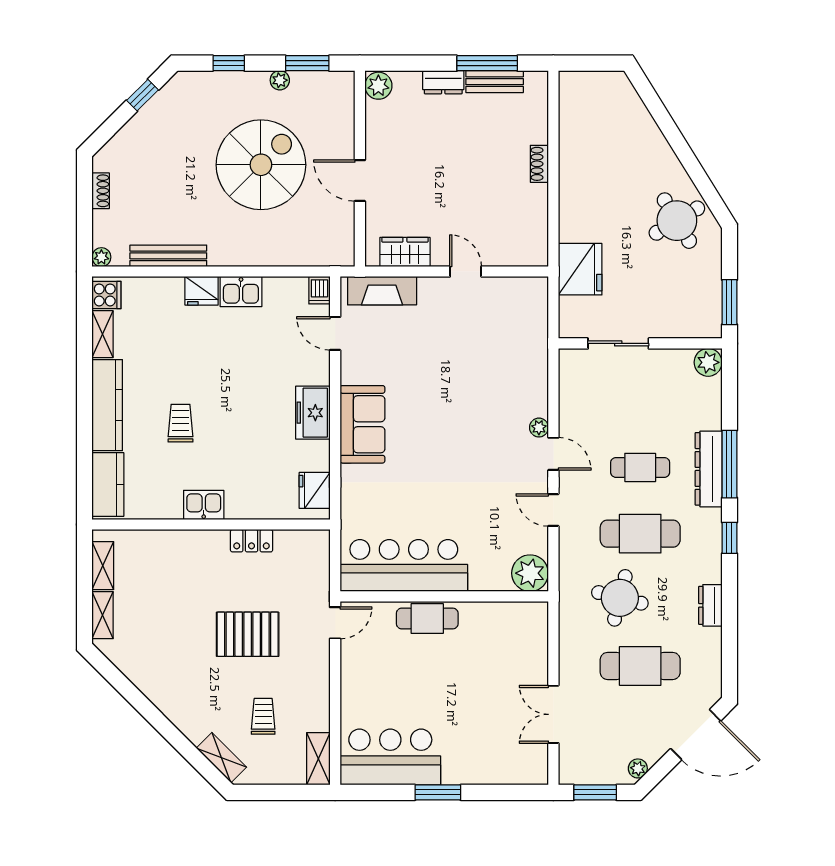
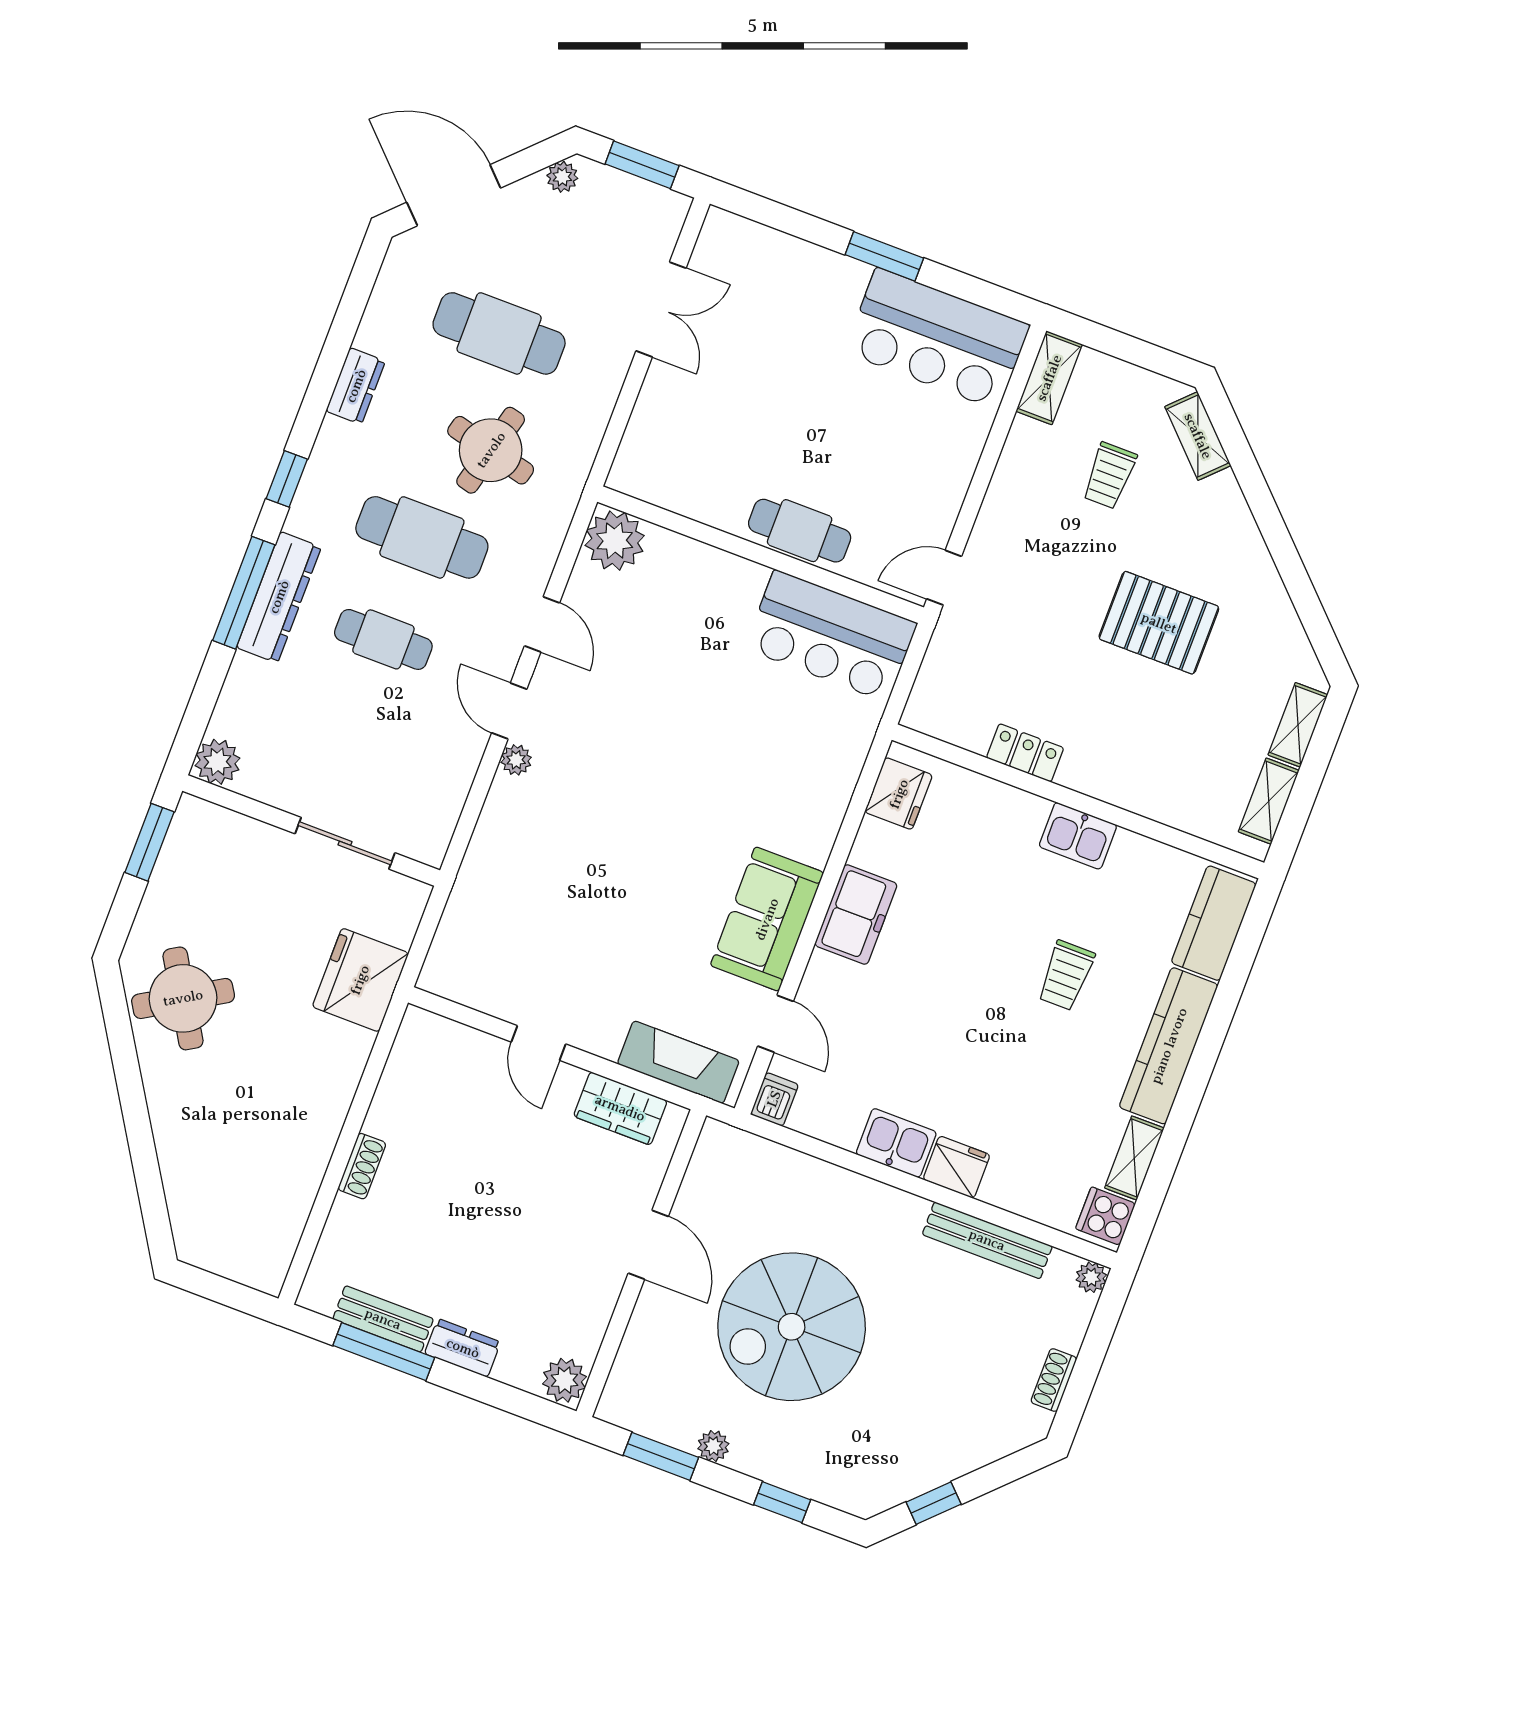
sofa: (362, 424) -> (767, 919), moved
bar counter: (404, 566) -> (831, 636), width x0.73
pallet: (248, 634) -> (1159, 623), moved

